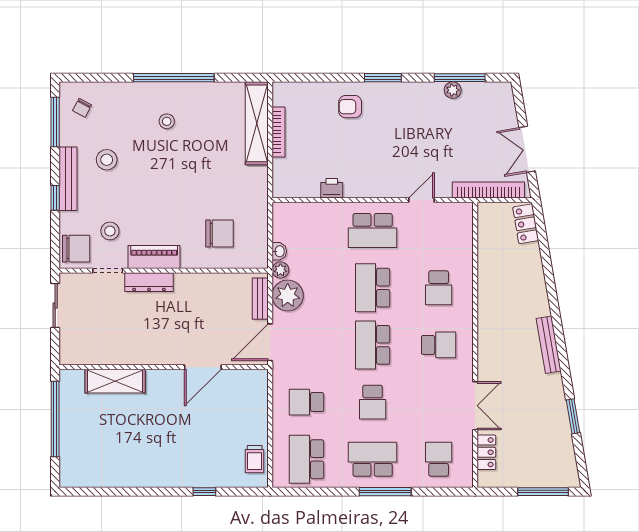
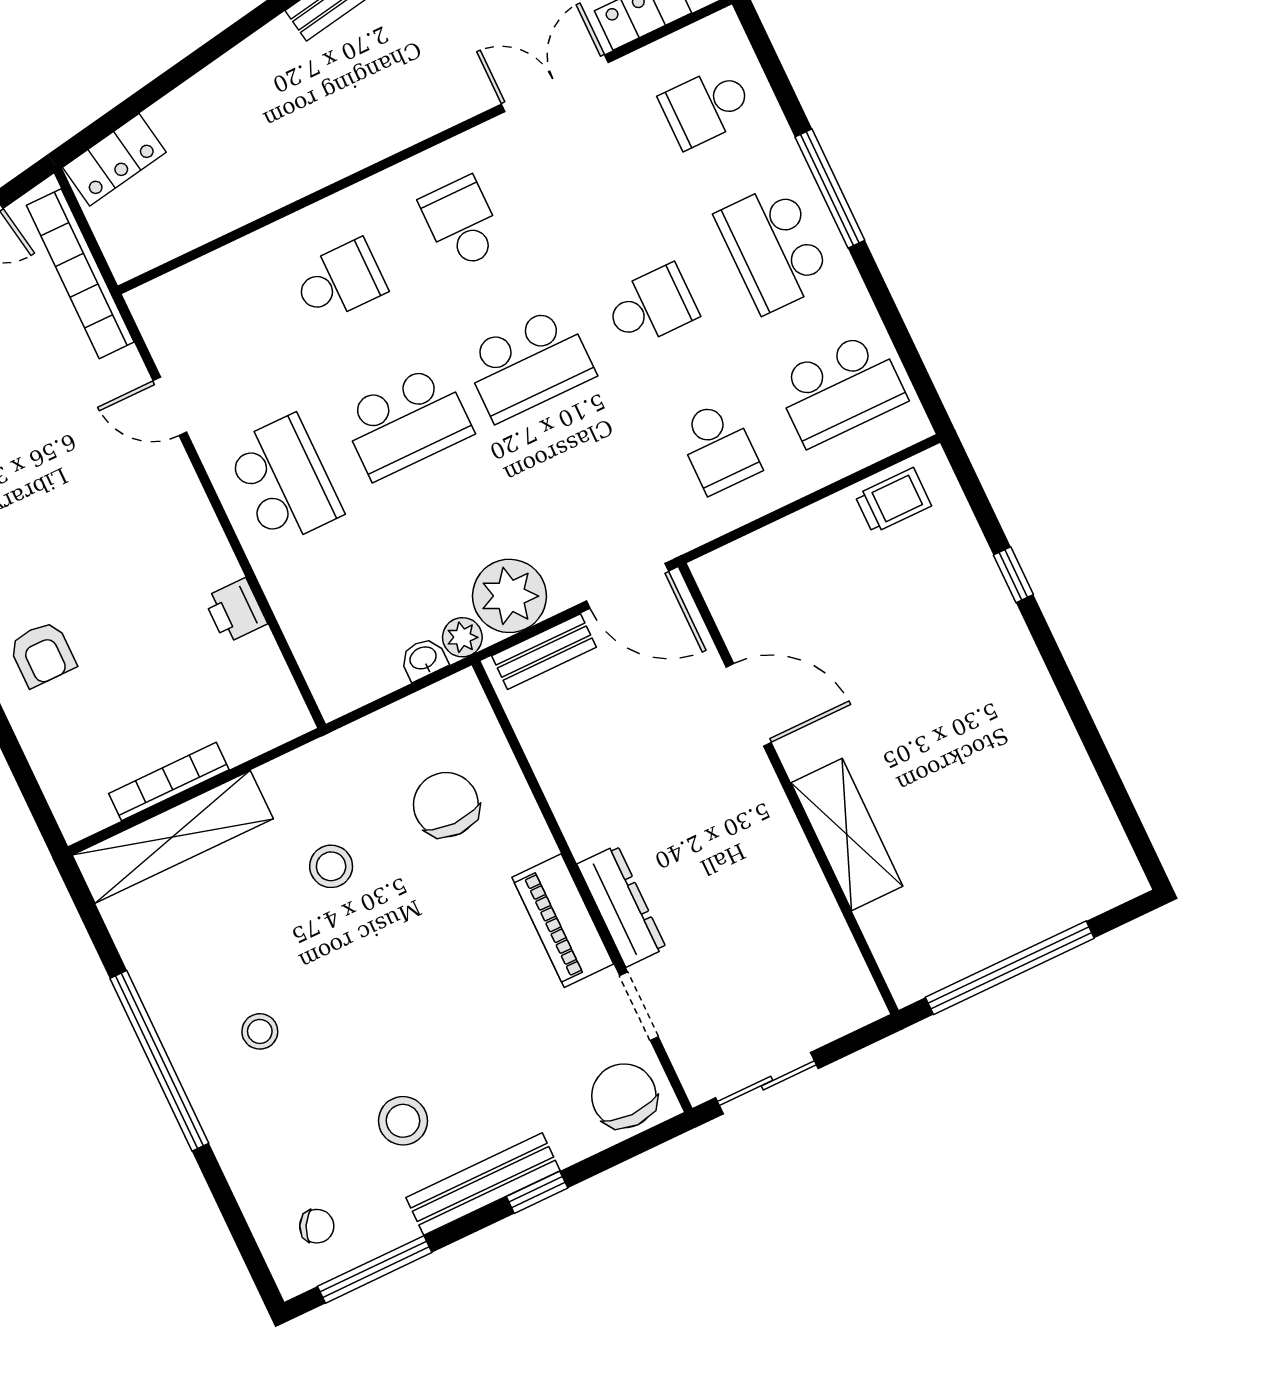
stool: (110, 231) -> (331, 866), moved
shelving: (115, 381) -> (847, 834), moved

